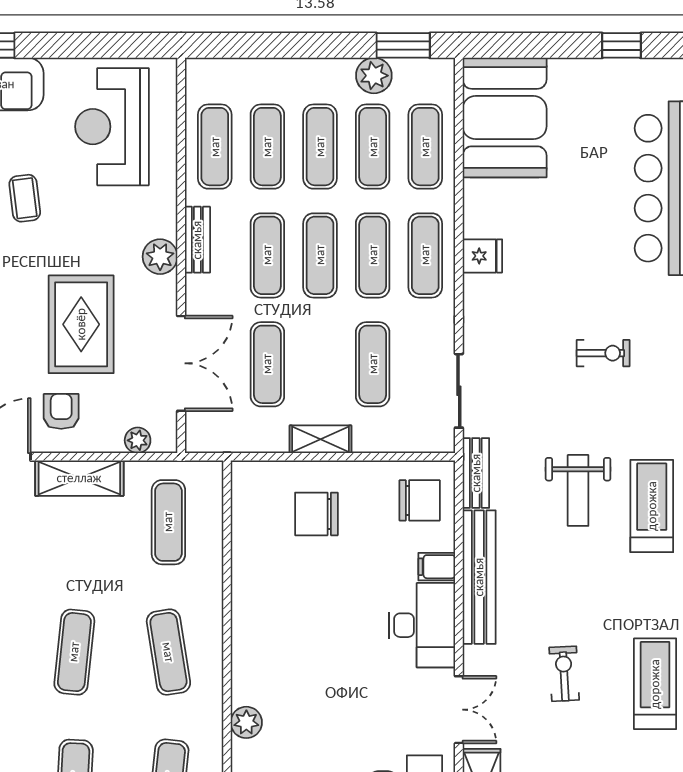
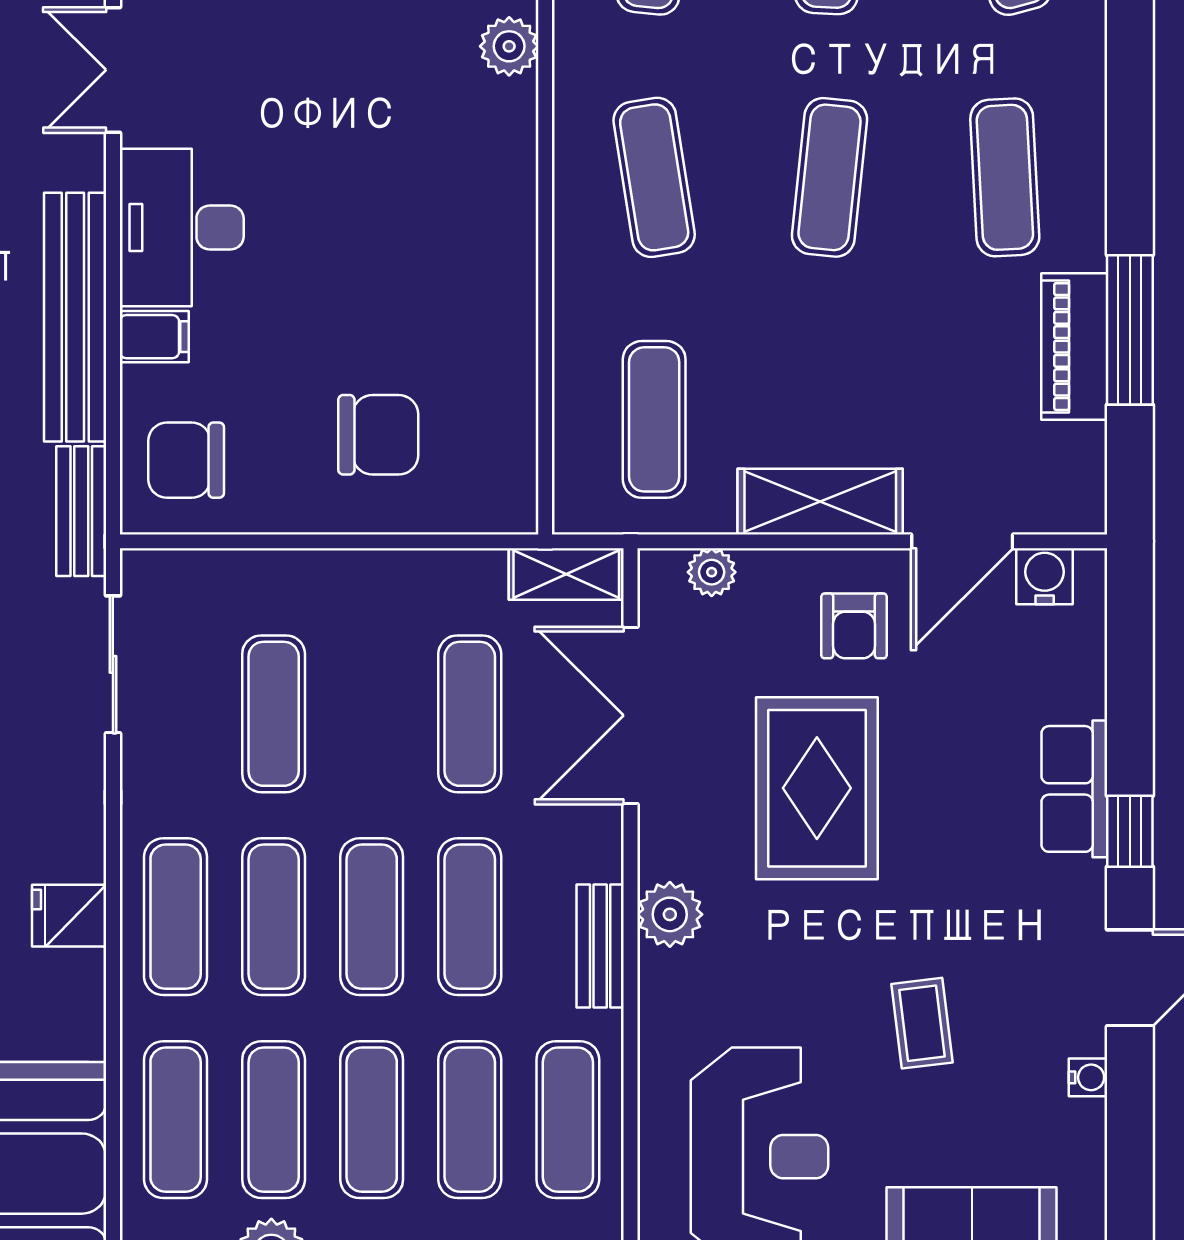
shelving: (320, 439) -> (566, 574), moved

